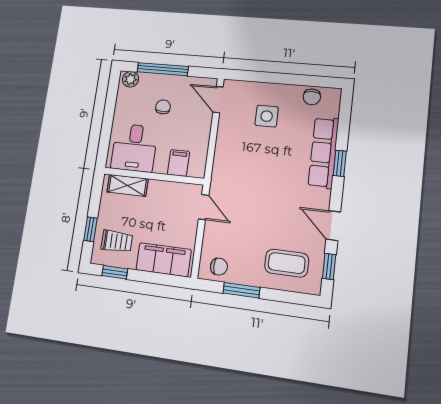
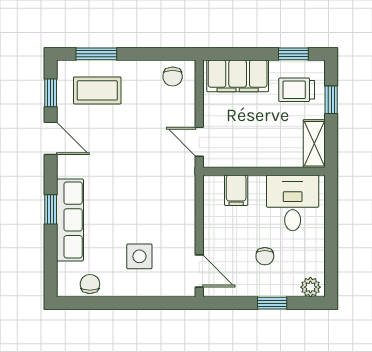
window: (163, 69) -> (272, 303), width x0.46
shelving: (128, 185) -> (314, 144), moved, turned 90
chair: (219, 267) -> (173, 77), turned -90
window: (241, 290) -> (96, 54), moved

